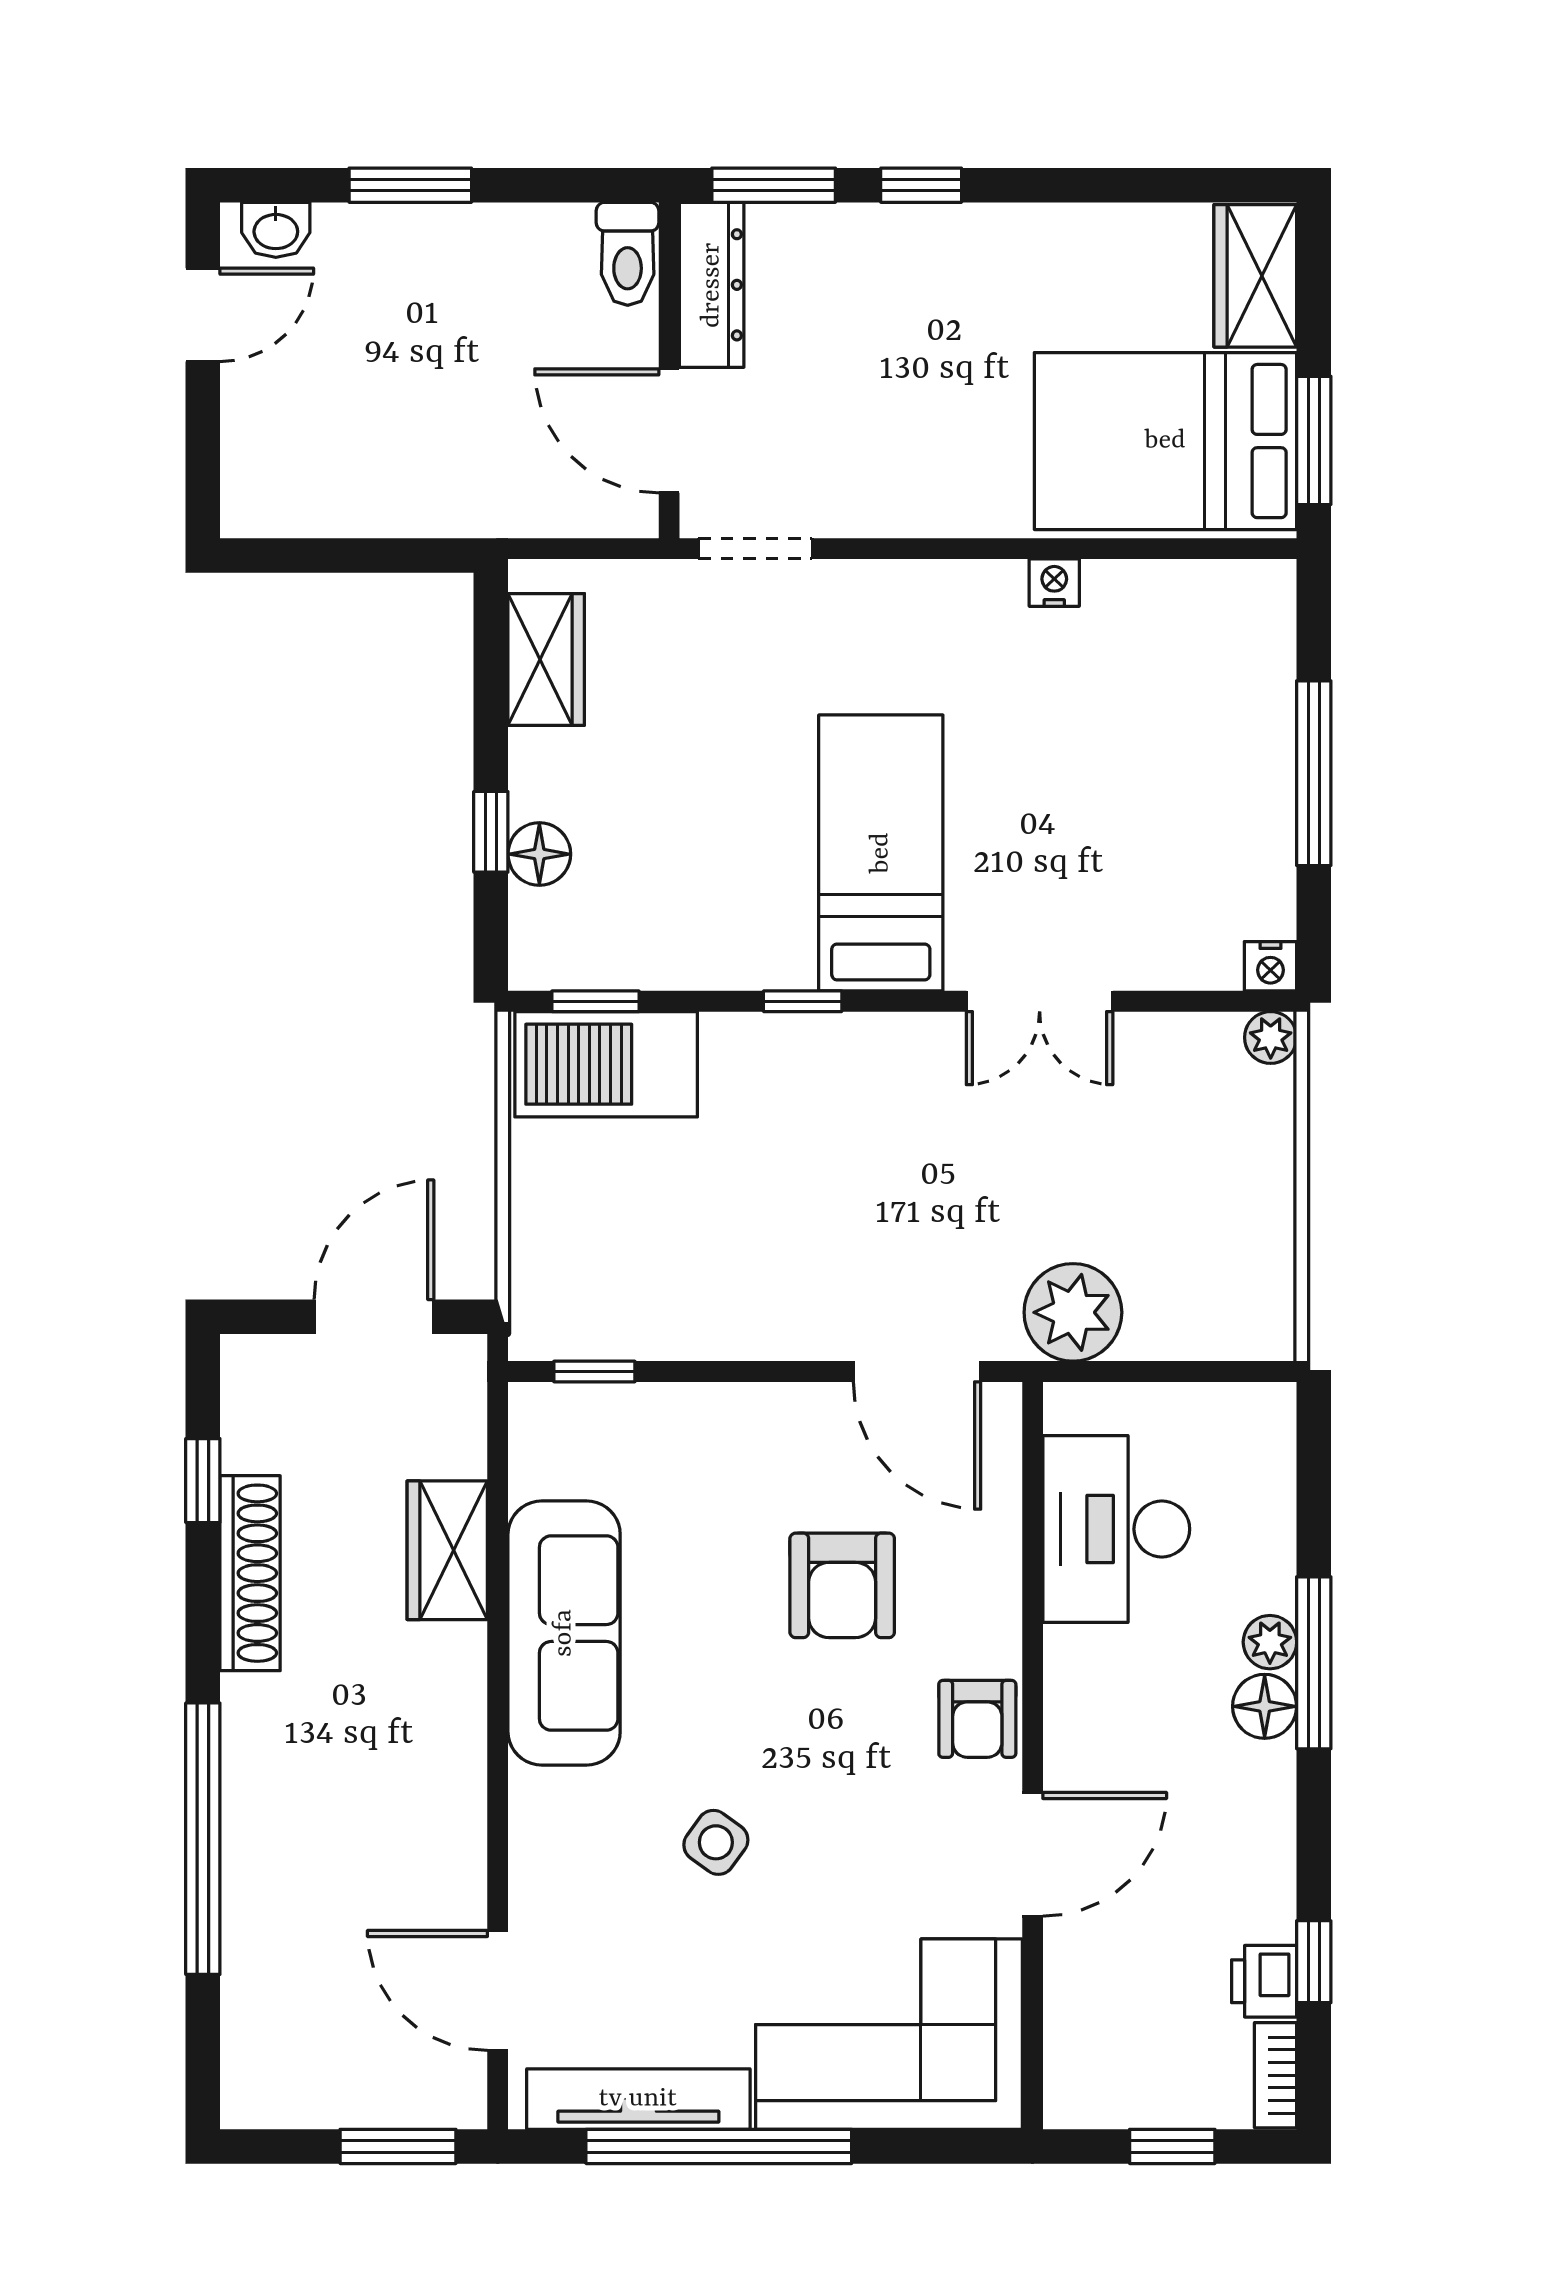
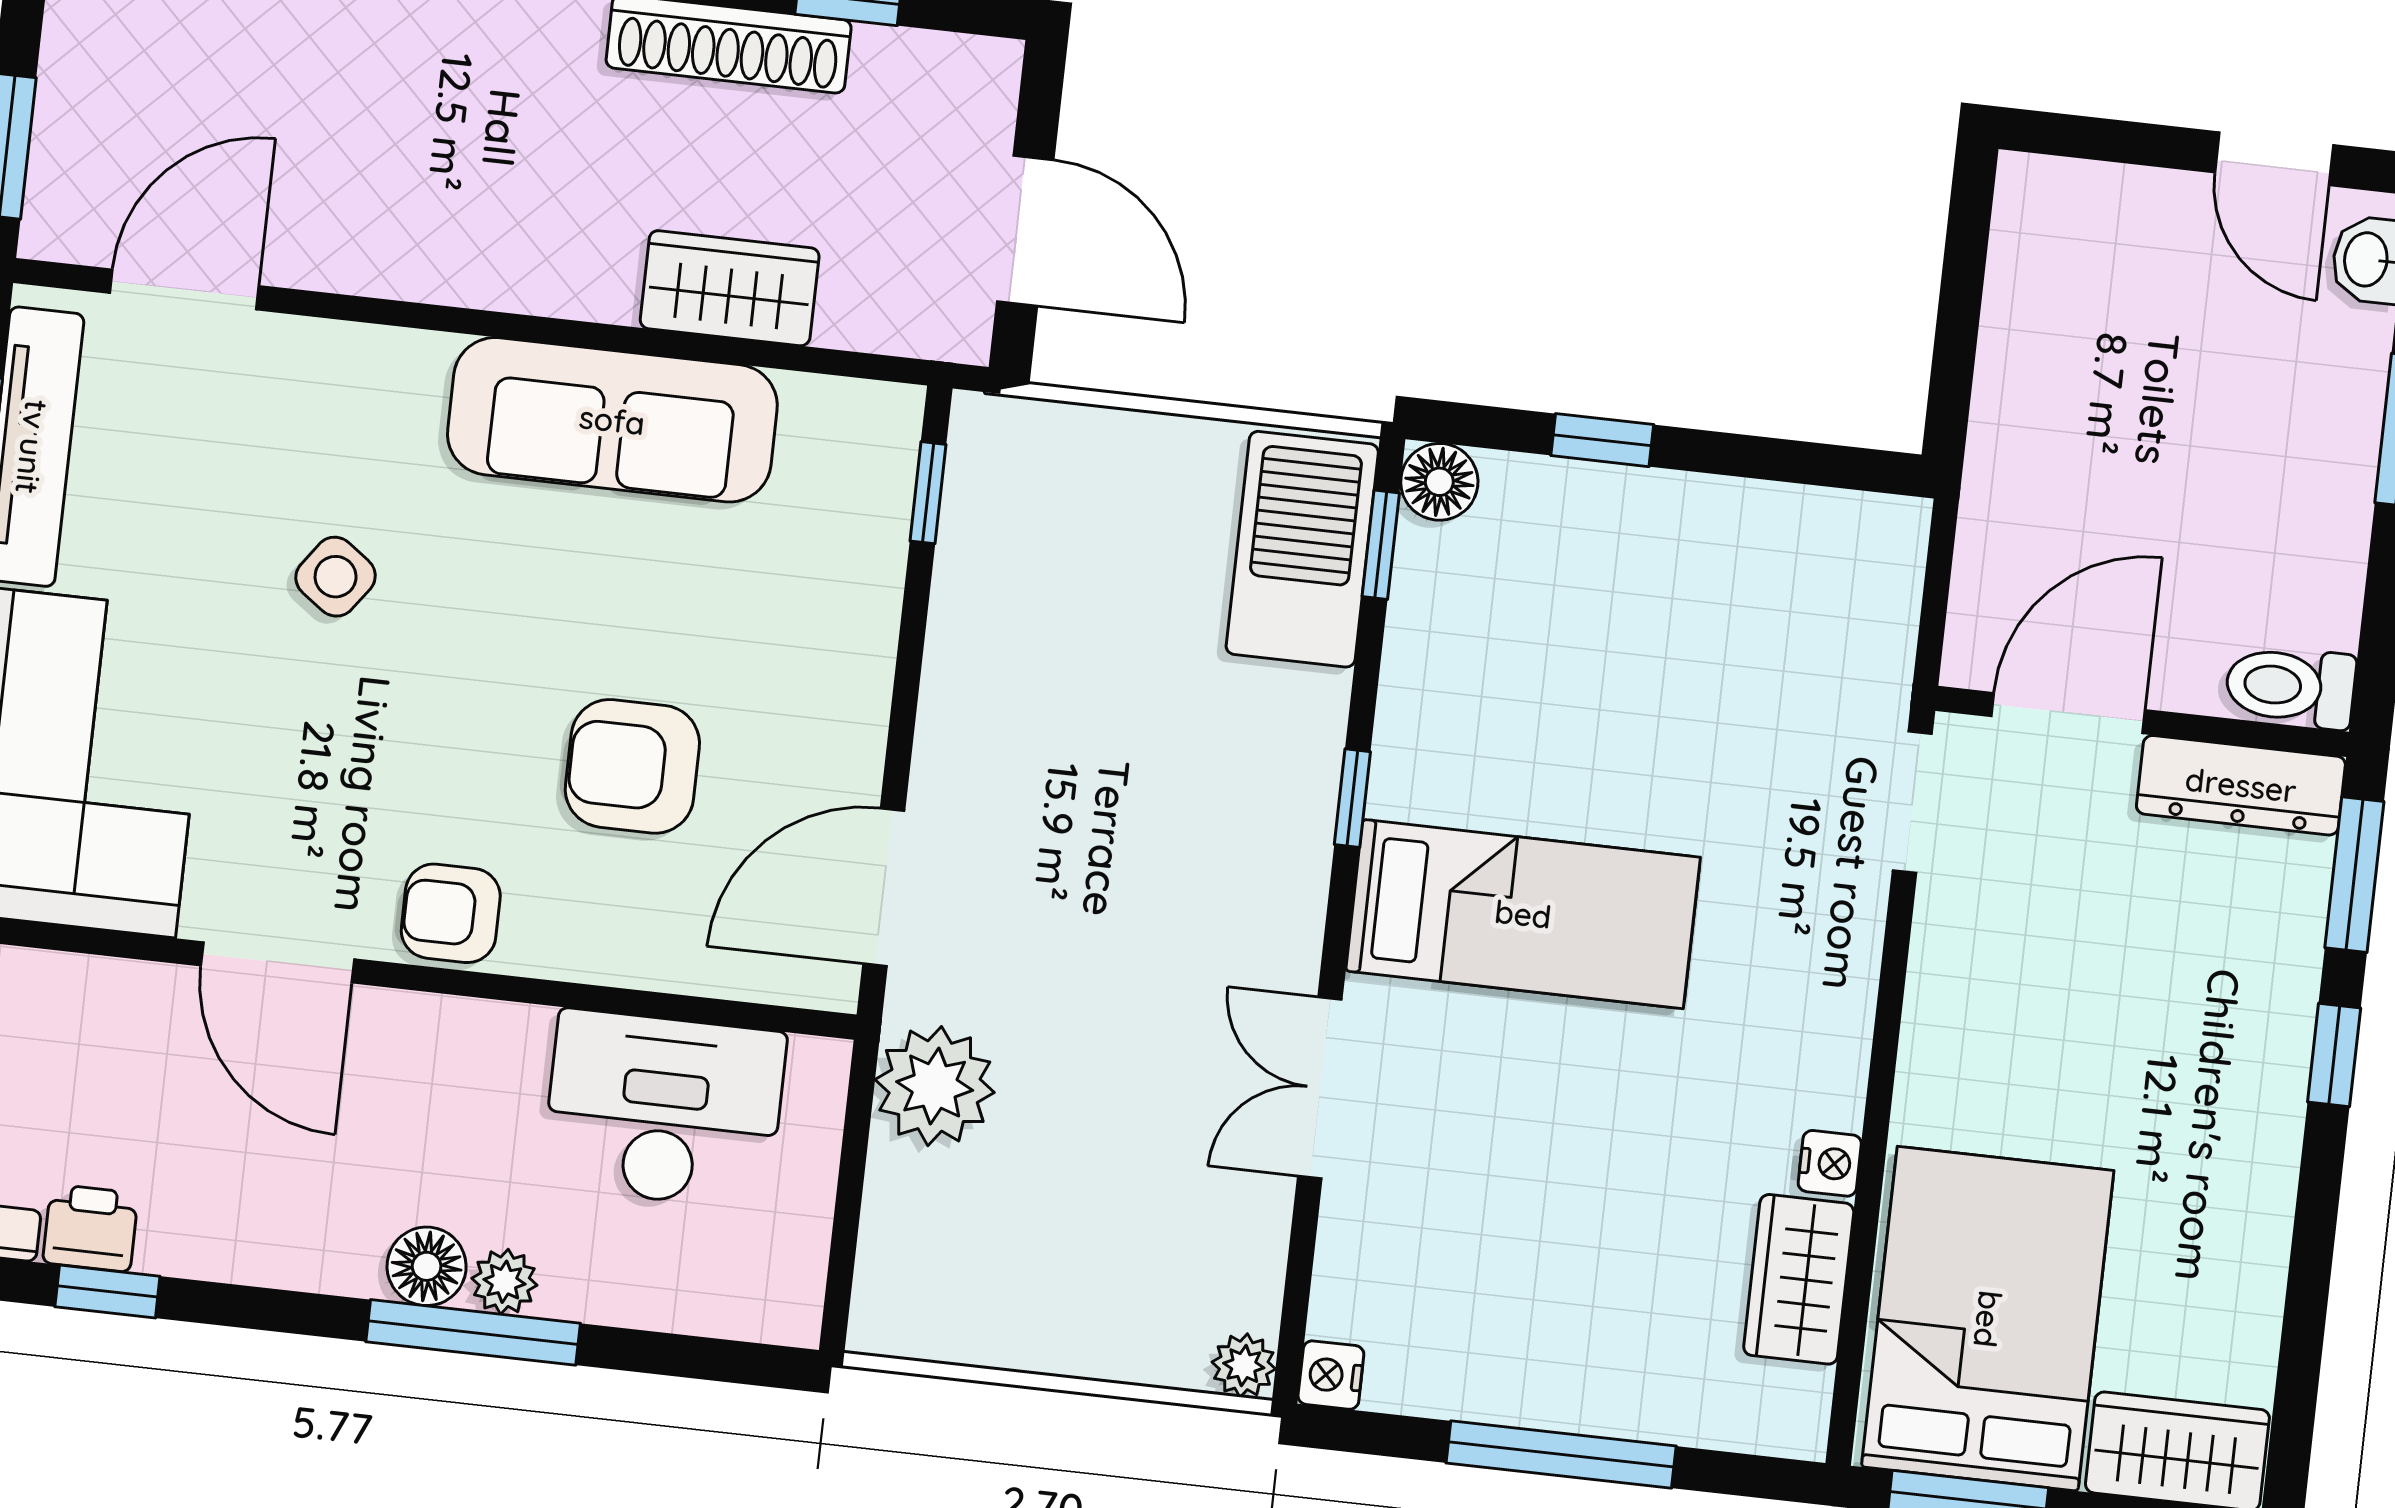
wardrobe: (546, 659) -> (1799, 1279), moved, turned 90
floor lamp: (539, 854) -> (1439, 482), moved

